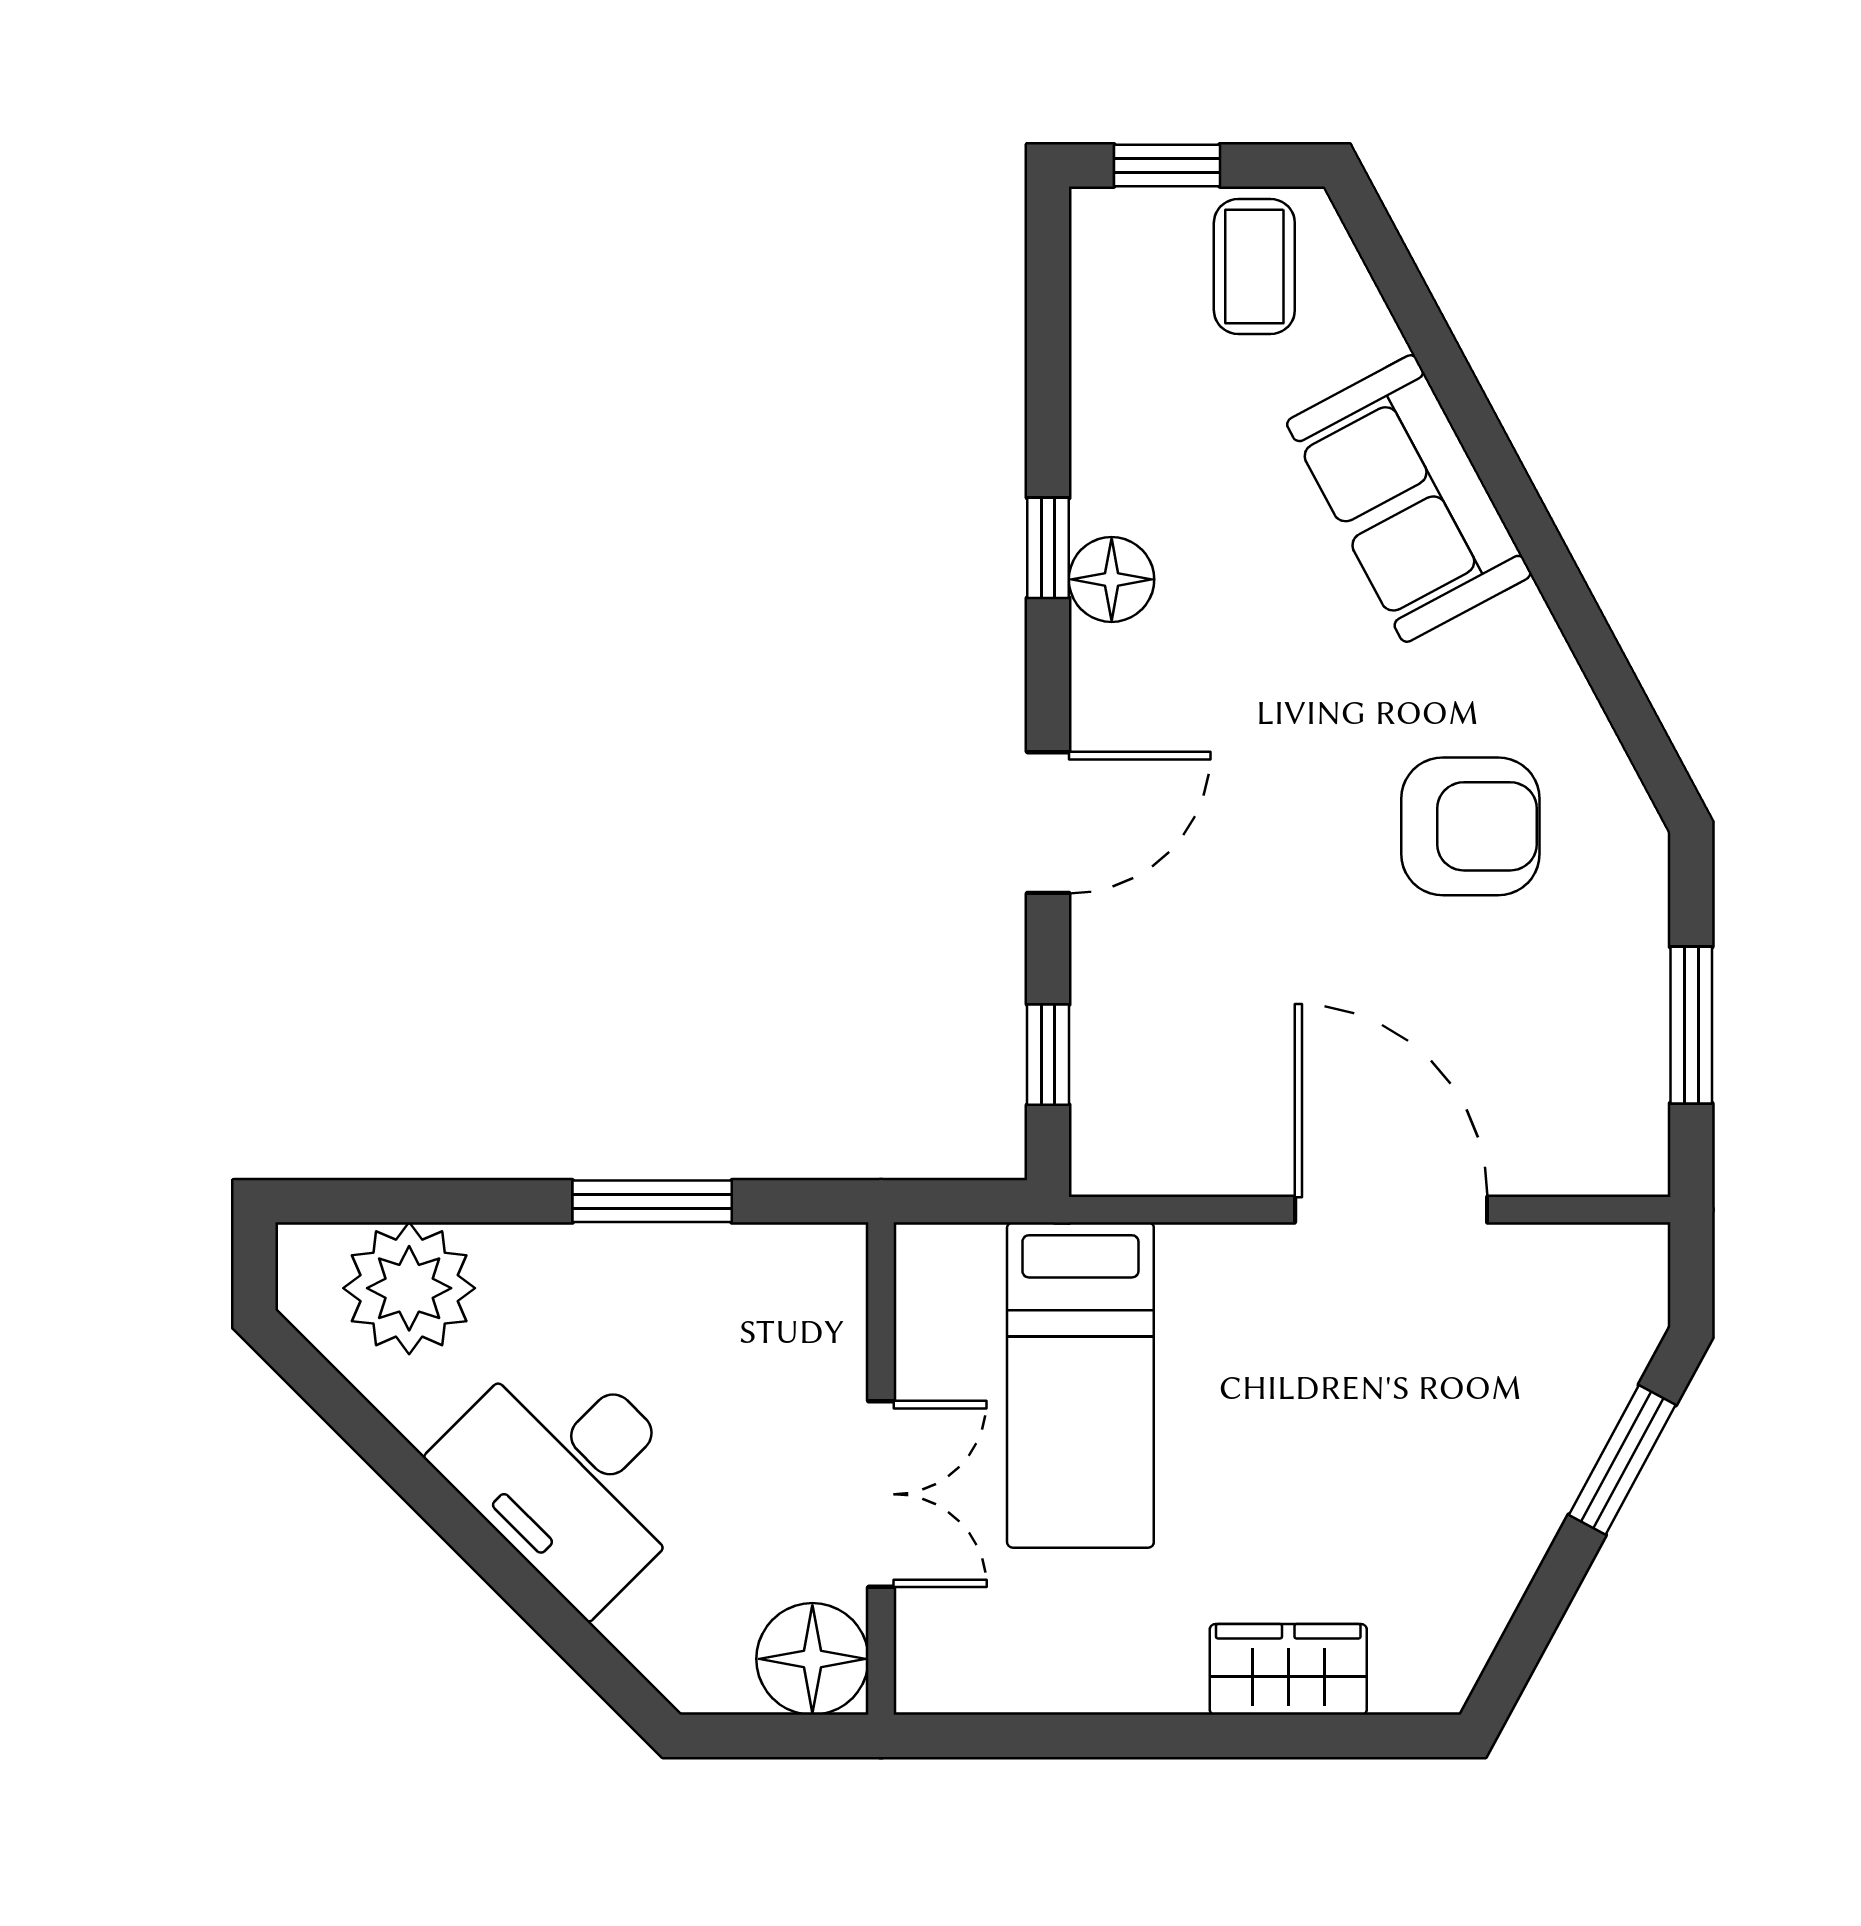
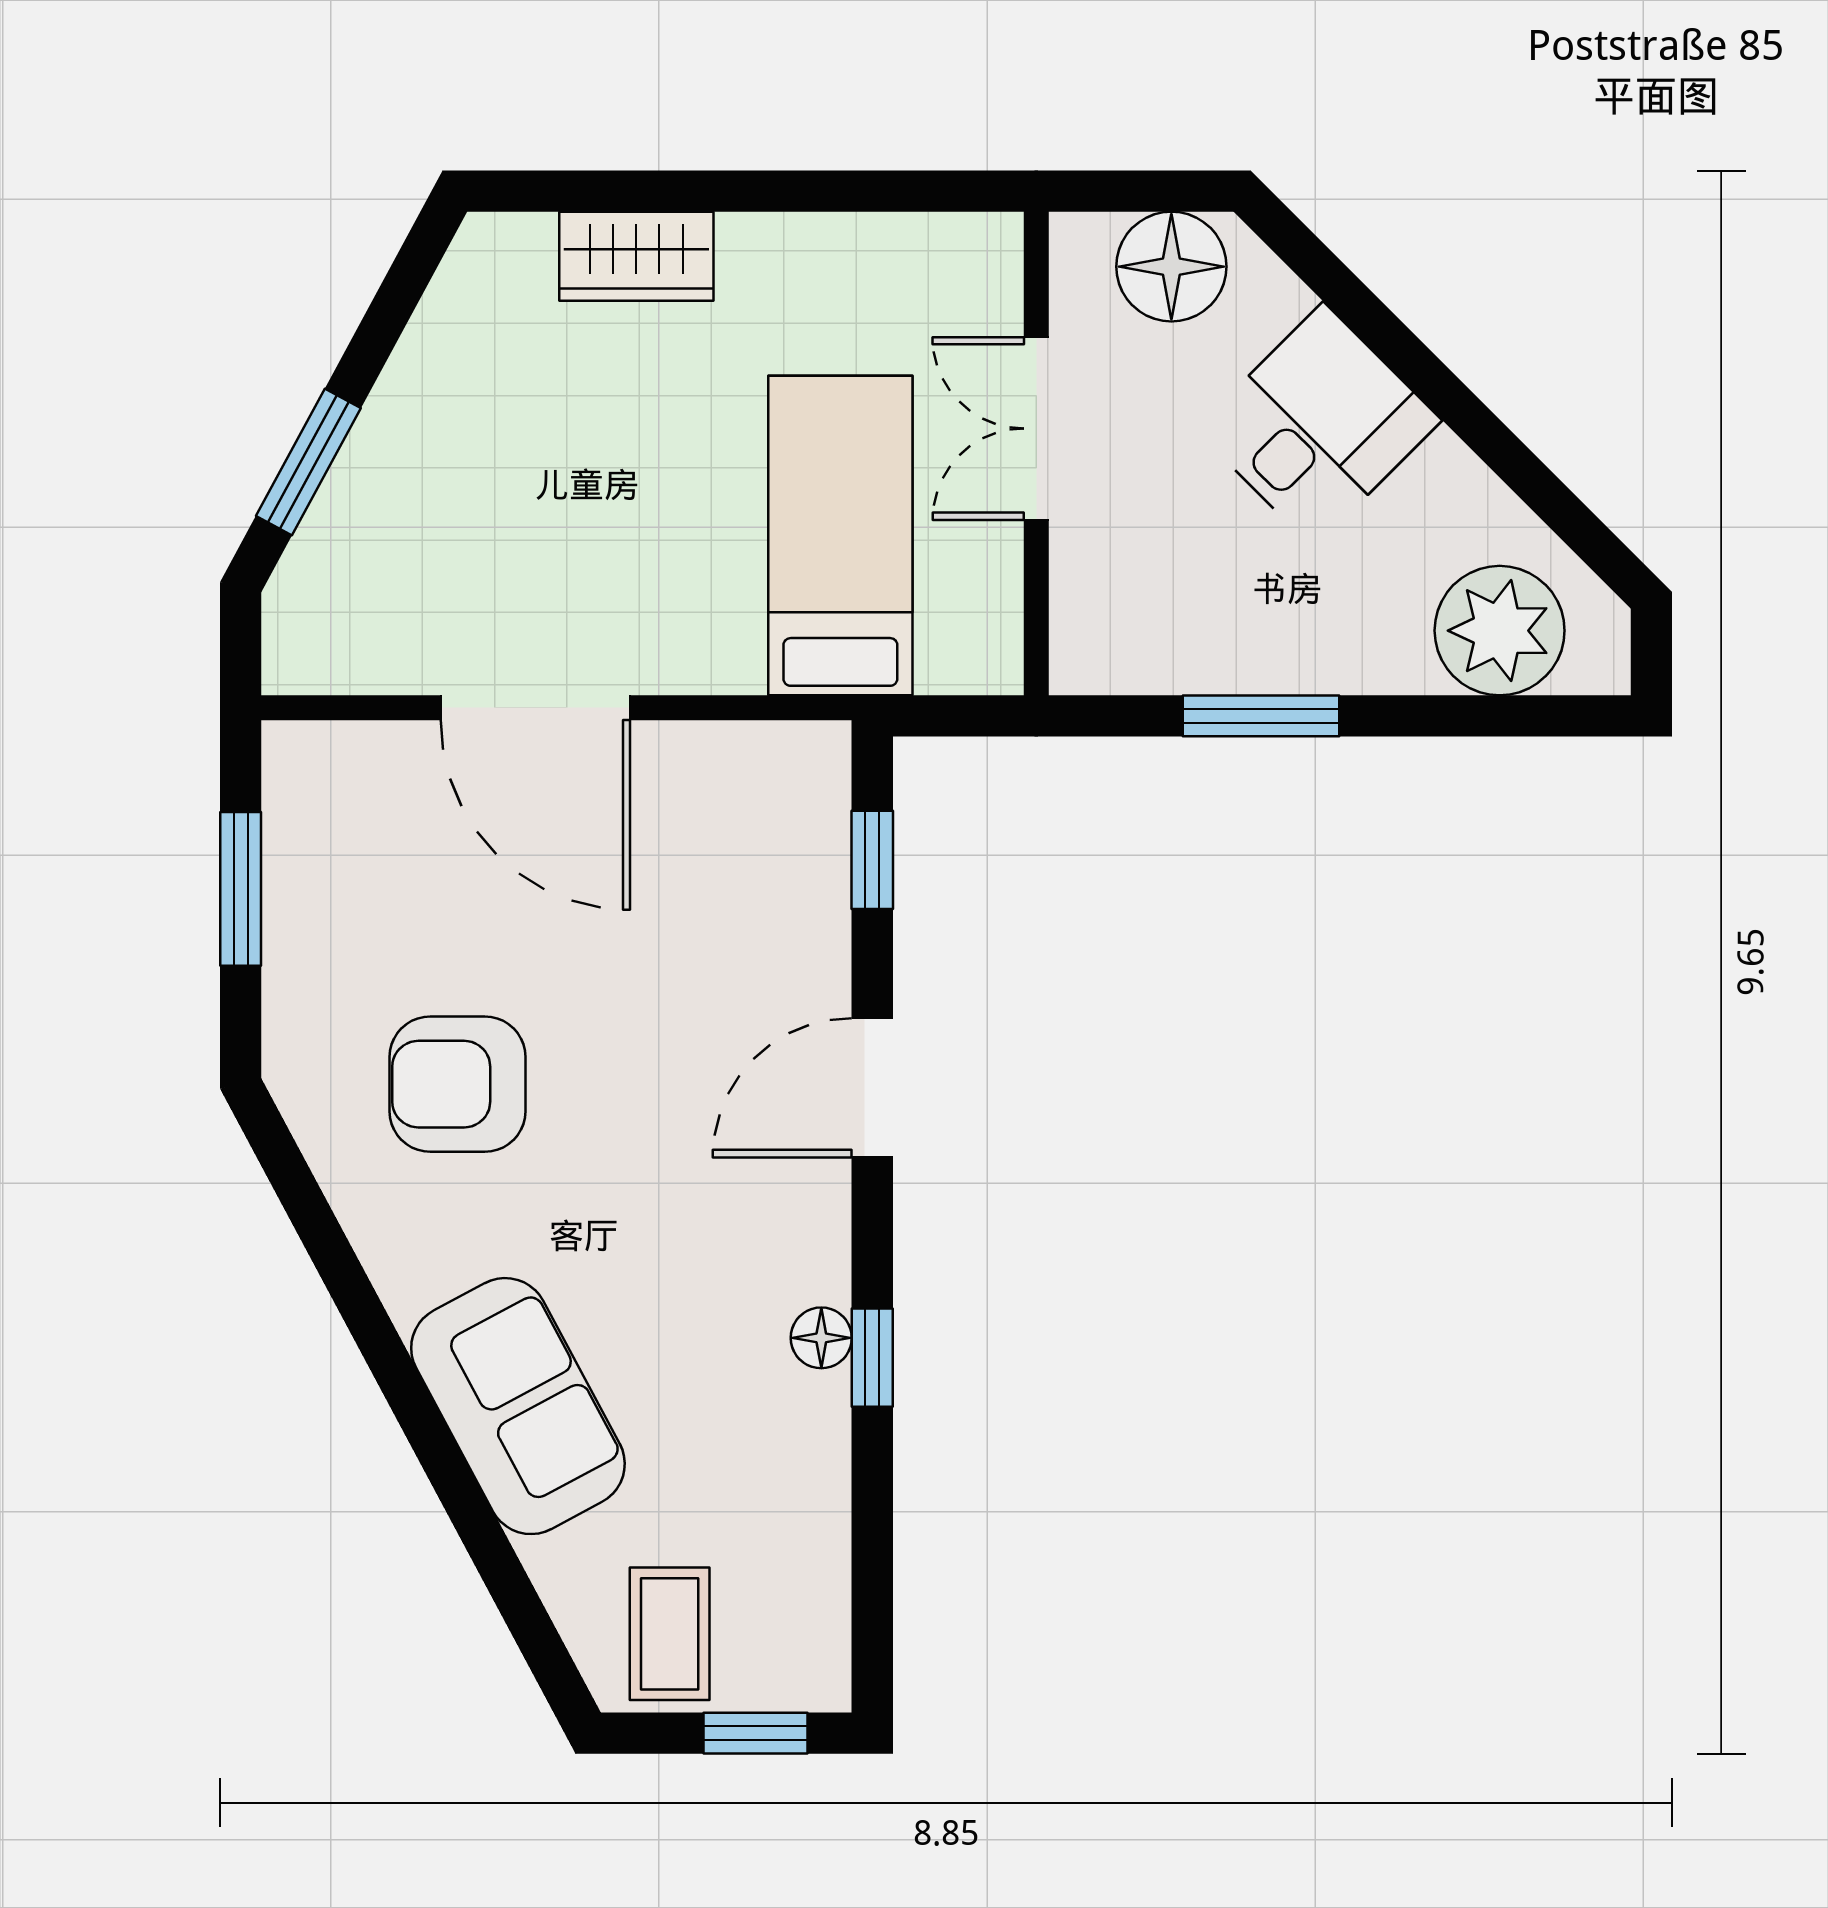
floor lamp: (1112, 579) -> (821, 1338), width x0.73, depth x0.73
desk: (571, 1475) -> (1319, 425), width x0.73
floor lamp: (812, 1659) -> (1171, 267), moved

